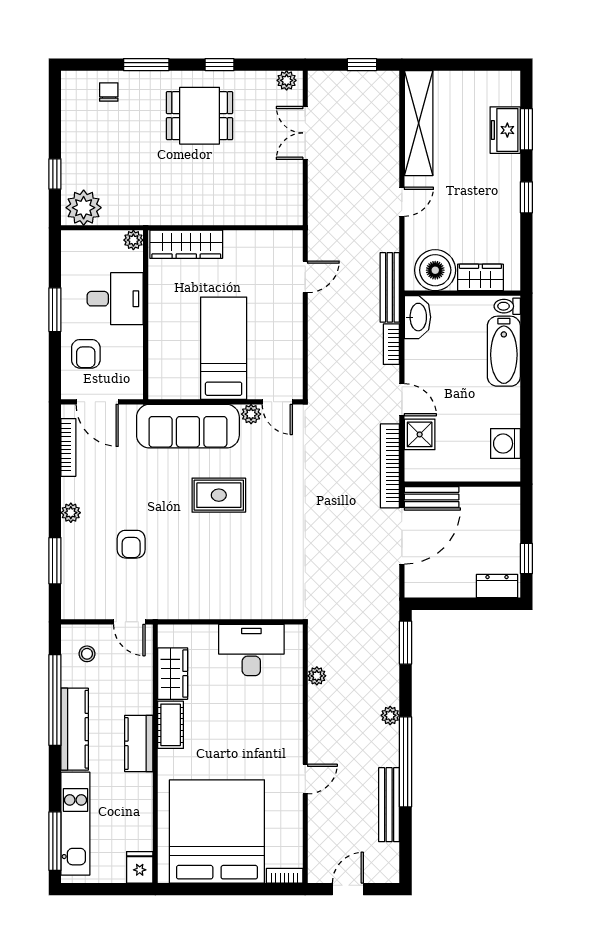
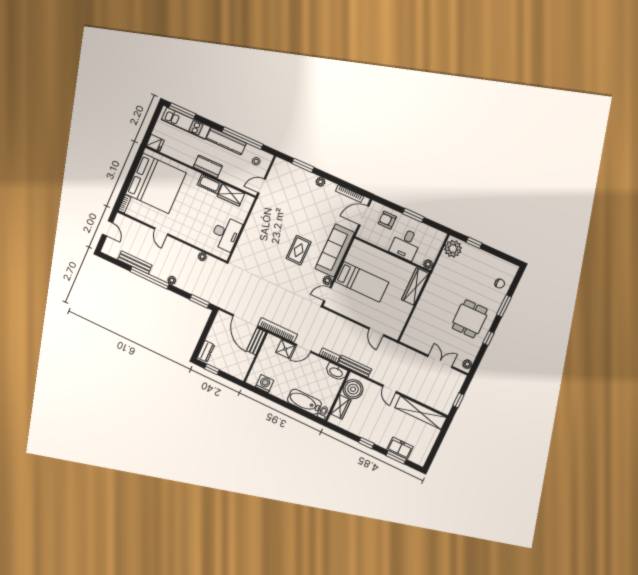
armchair: (131, 544) -> (295, 202), removed

